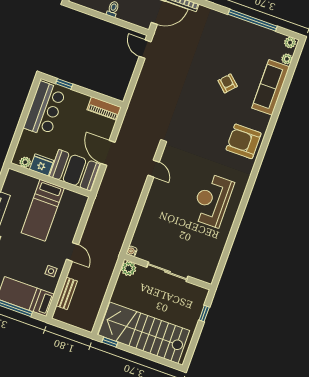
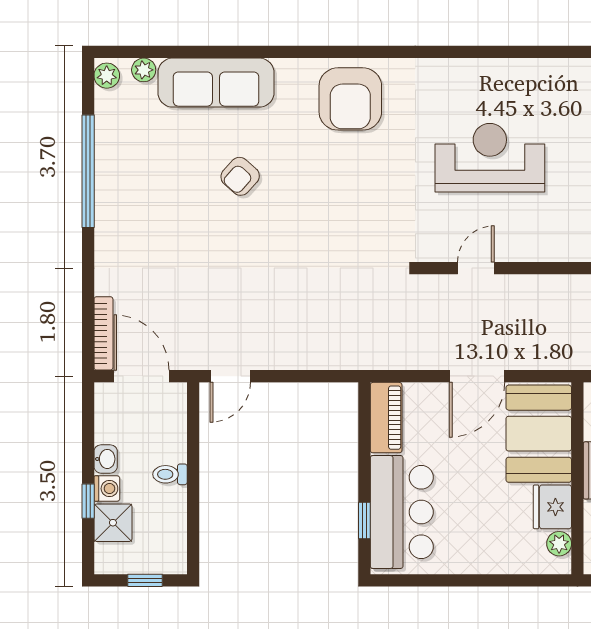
bar counter: (45, 109) -> (402, 512), moved, turned 90
reception desk: (212, 200) -> (490, 158), moved, turned 180

